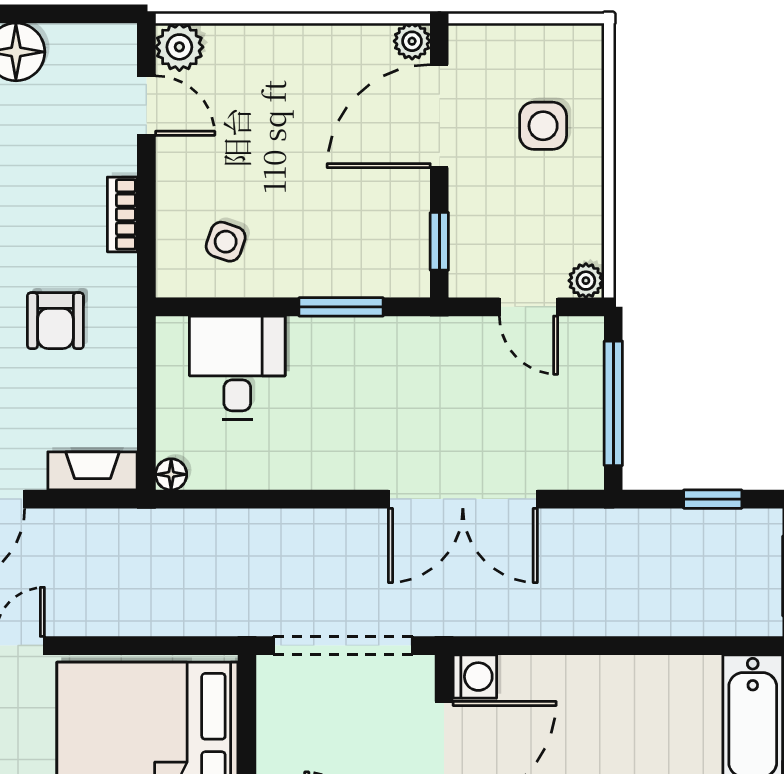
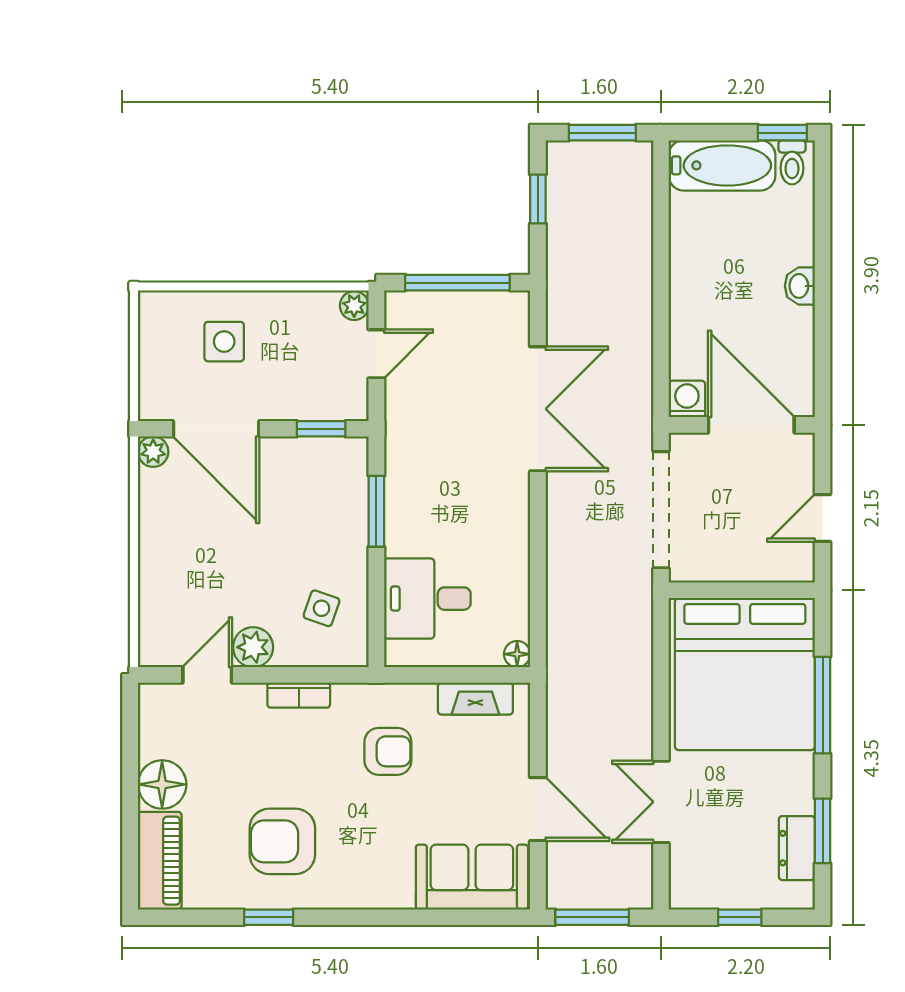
plant: (179, 47) -> (253, 647), moved
fireplace: (93, 471) -> (475, 699), moved, turned -90

